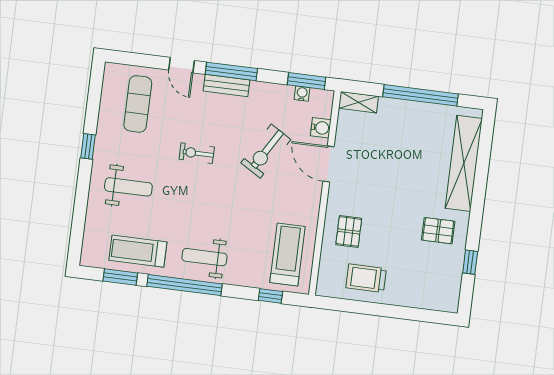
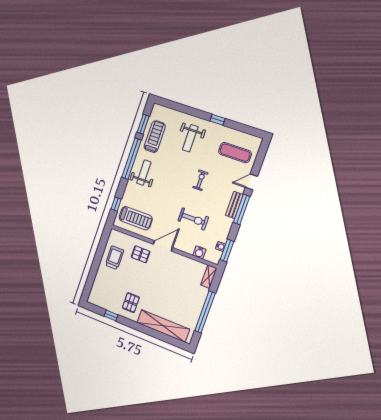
exercise bike: (266, 151) -> (193, 219), turned 149
door: (329, 164) -> (163, 246), moved

